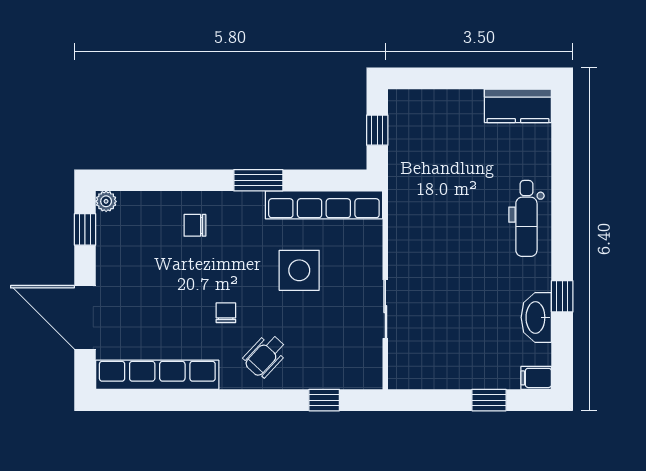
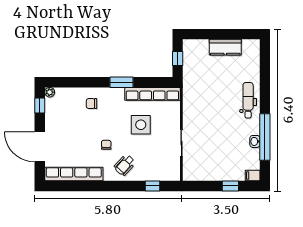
kitchen counter: (518, 106) -> (225, 47), moved
dental chair: (526, 218) -> (248, 100), turned 180
window: (562, 296) -> (265, 137), width x3.17
washbasin: (536, 317) -> (255, 141), width x0.52, depth x0.69

